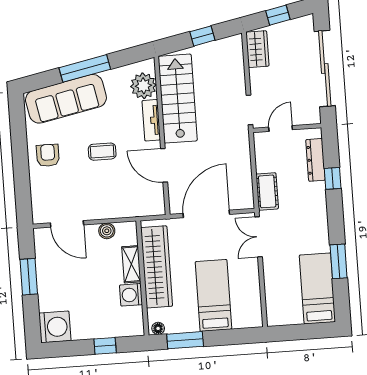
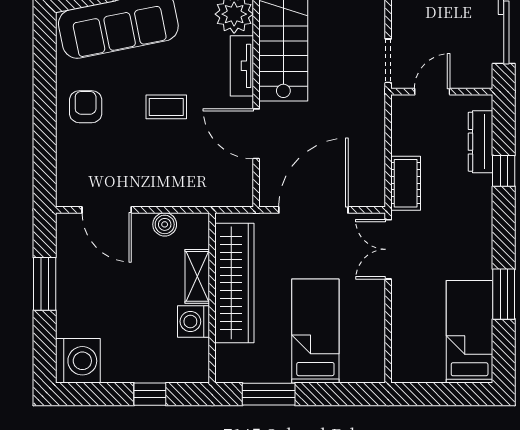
floor lamp: (158, 328) -> (230, 374), removed

